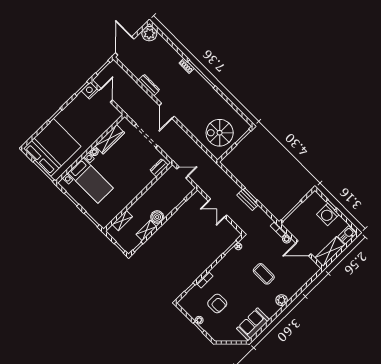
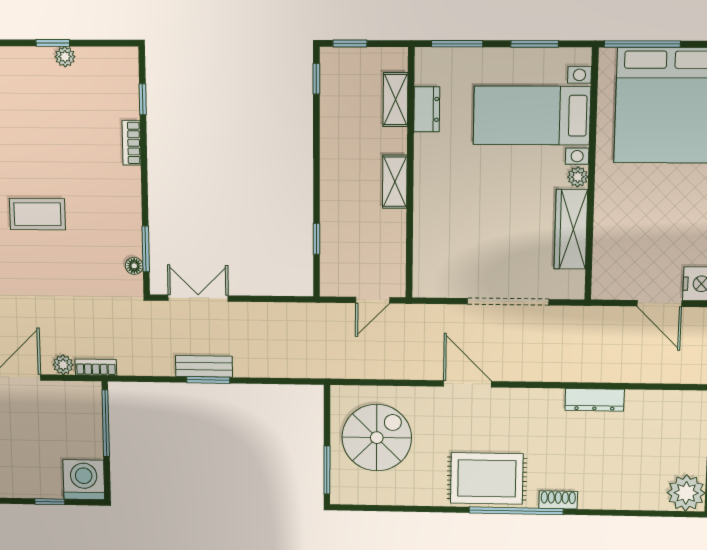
rug: (200, 91) -> (487, 478), added
door: (167, 111) -> (467, 384), moved
dresser: (159, 168) -> (427, 109), moved
double door: (218, 208) -> (198, 298), moved
washing machine: (328, 214) -> (84, 480), moved
boiler: (157, 217) -> (337, 172), removed
shelving: (146, 231) -> (395, 182), moved
coffee table: (264, 274) -> (37, 214), moved
armchair: (217, 303) -> (64, 122), removed

